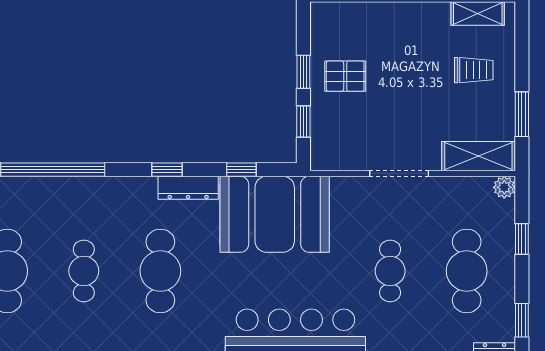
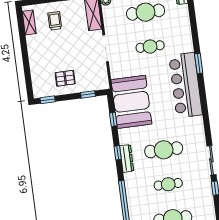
window: (303, 72) -> (48, 100), moved
pallet: (345, 76) -> (65, 78), turned 90
dresser: (188, 188) -> (127, 158), moved

